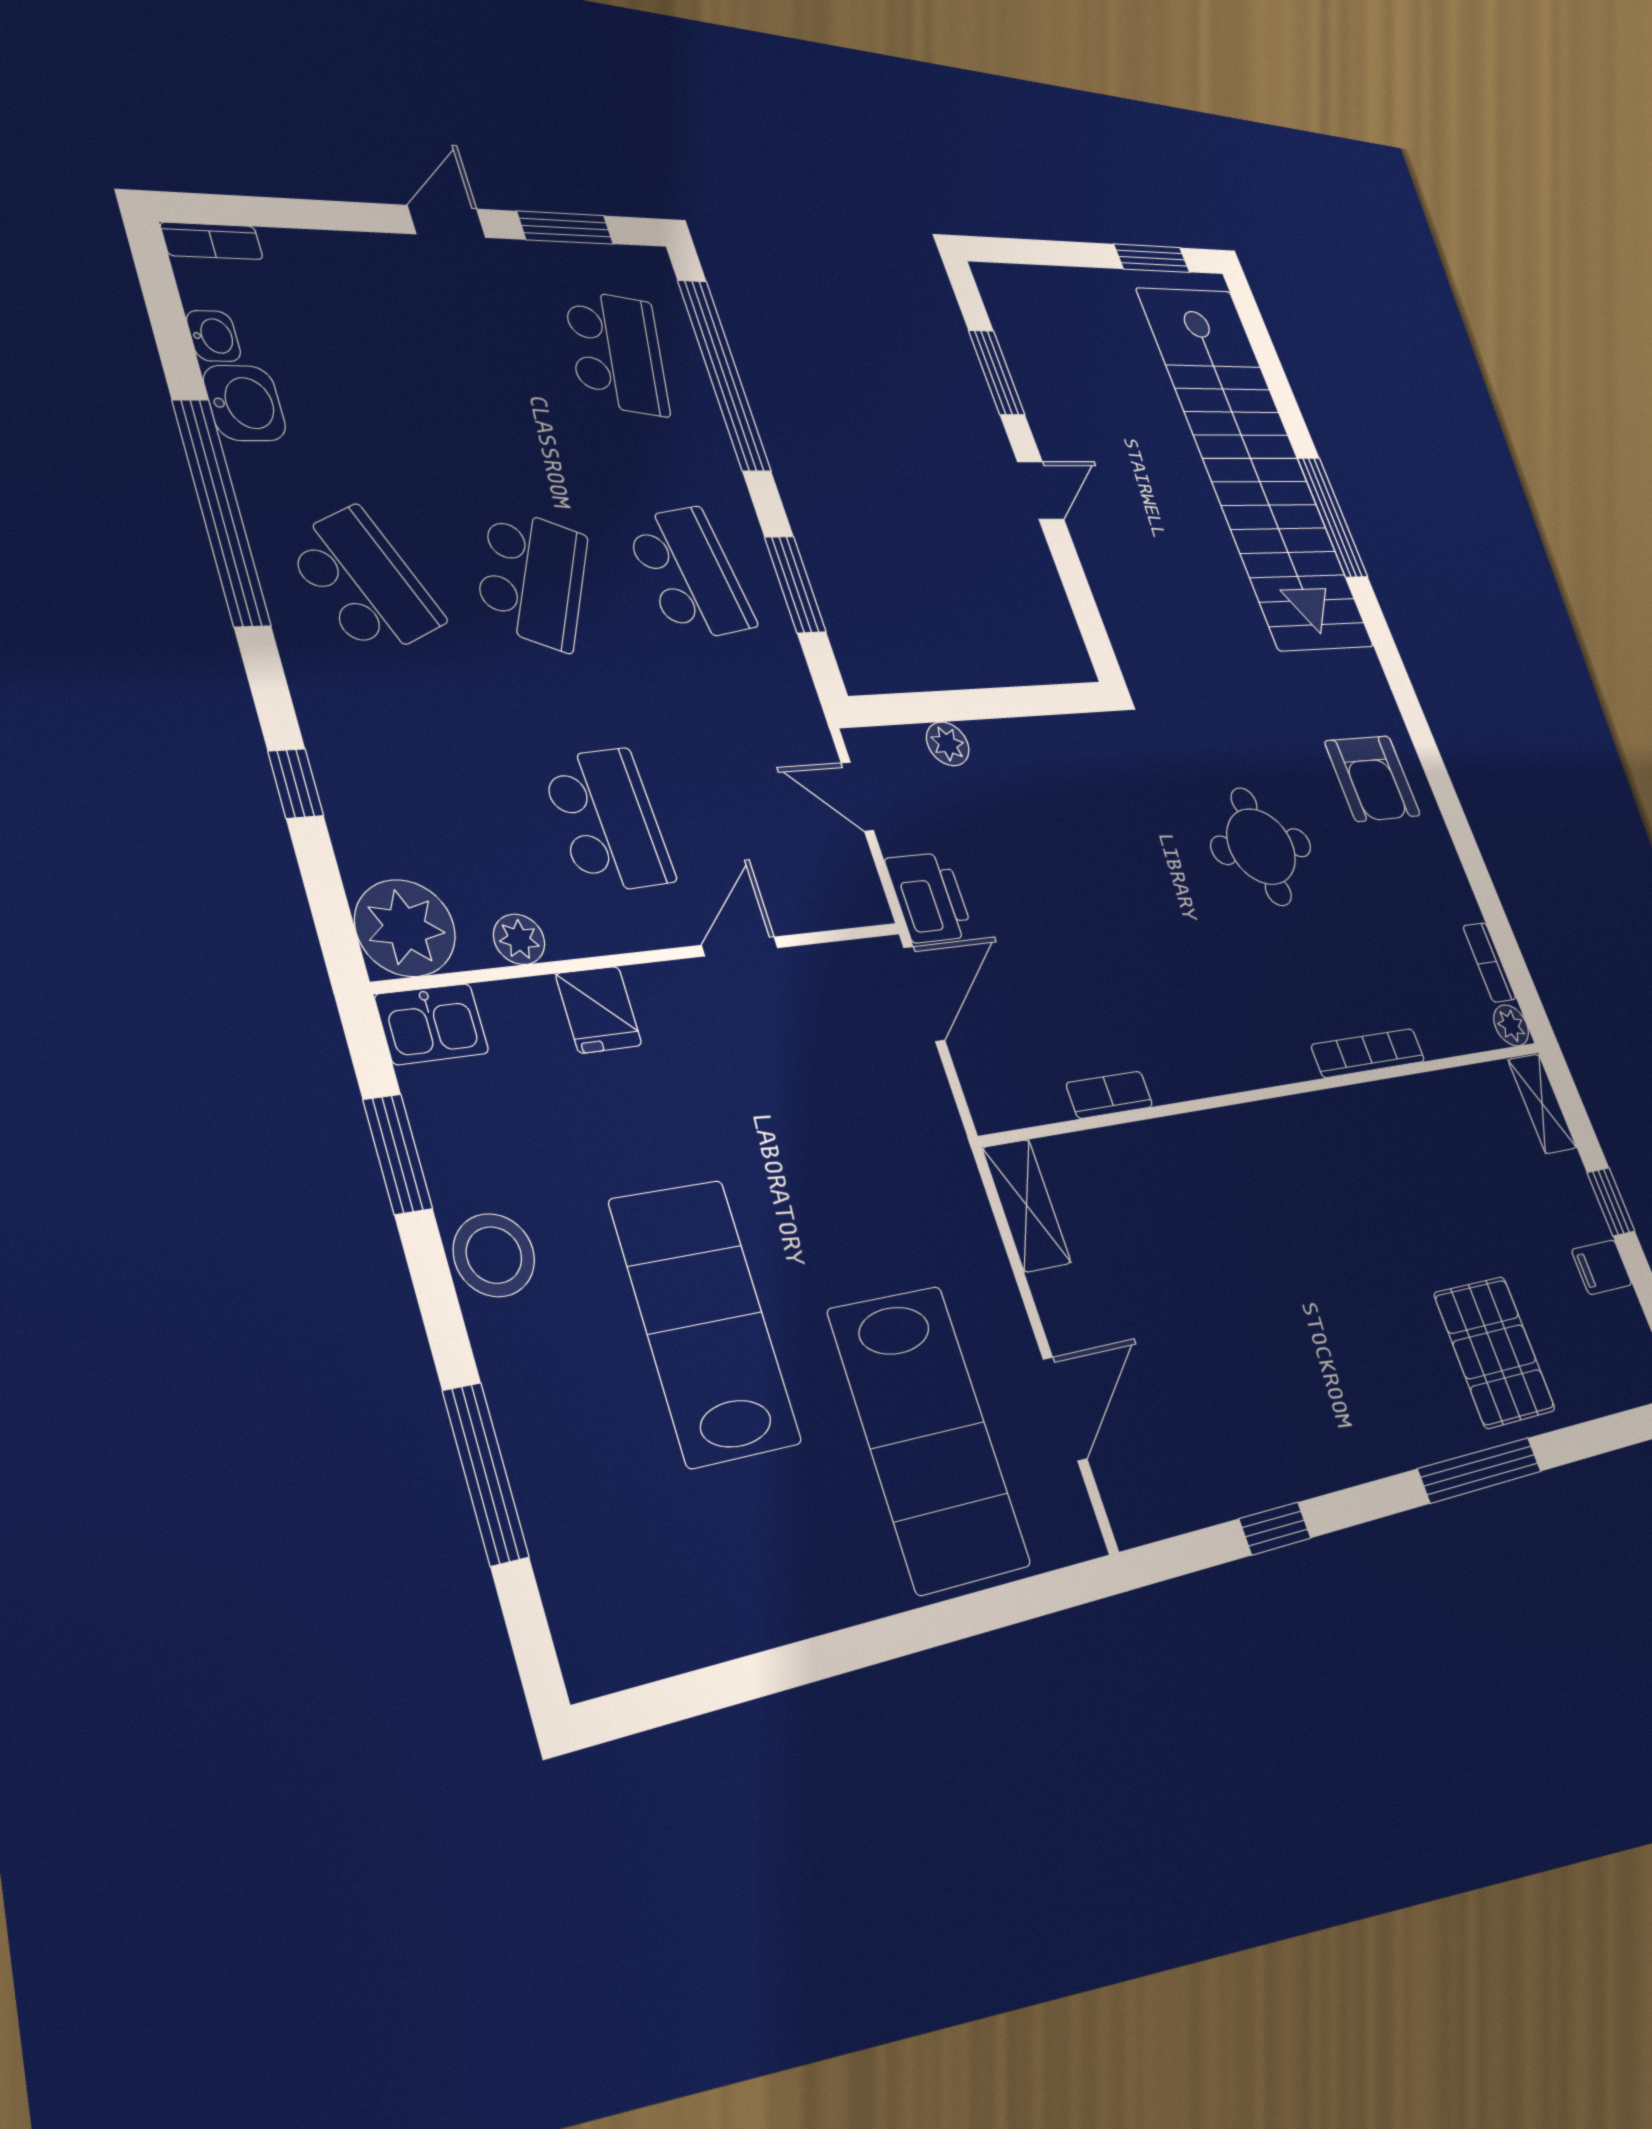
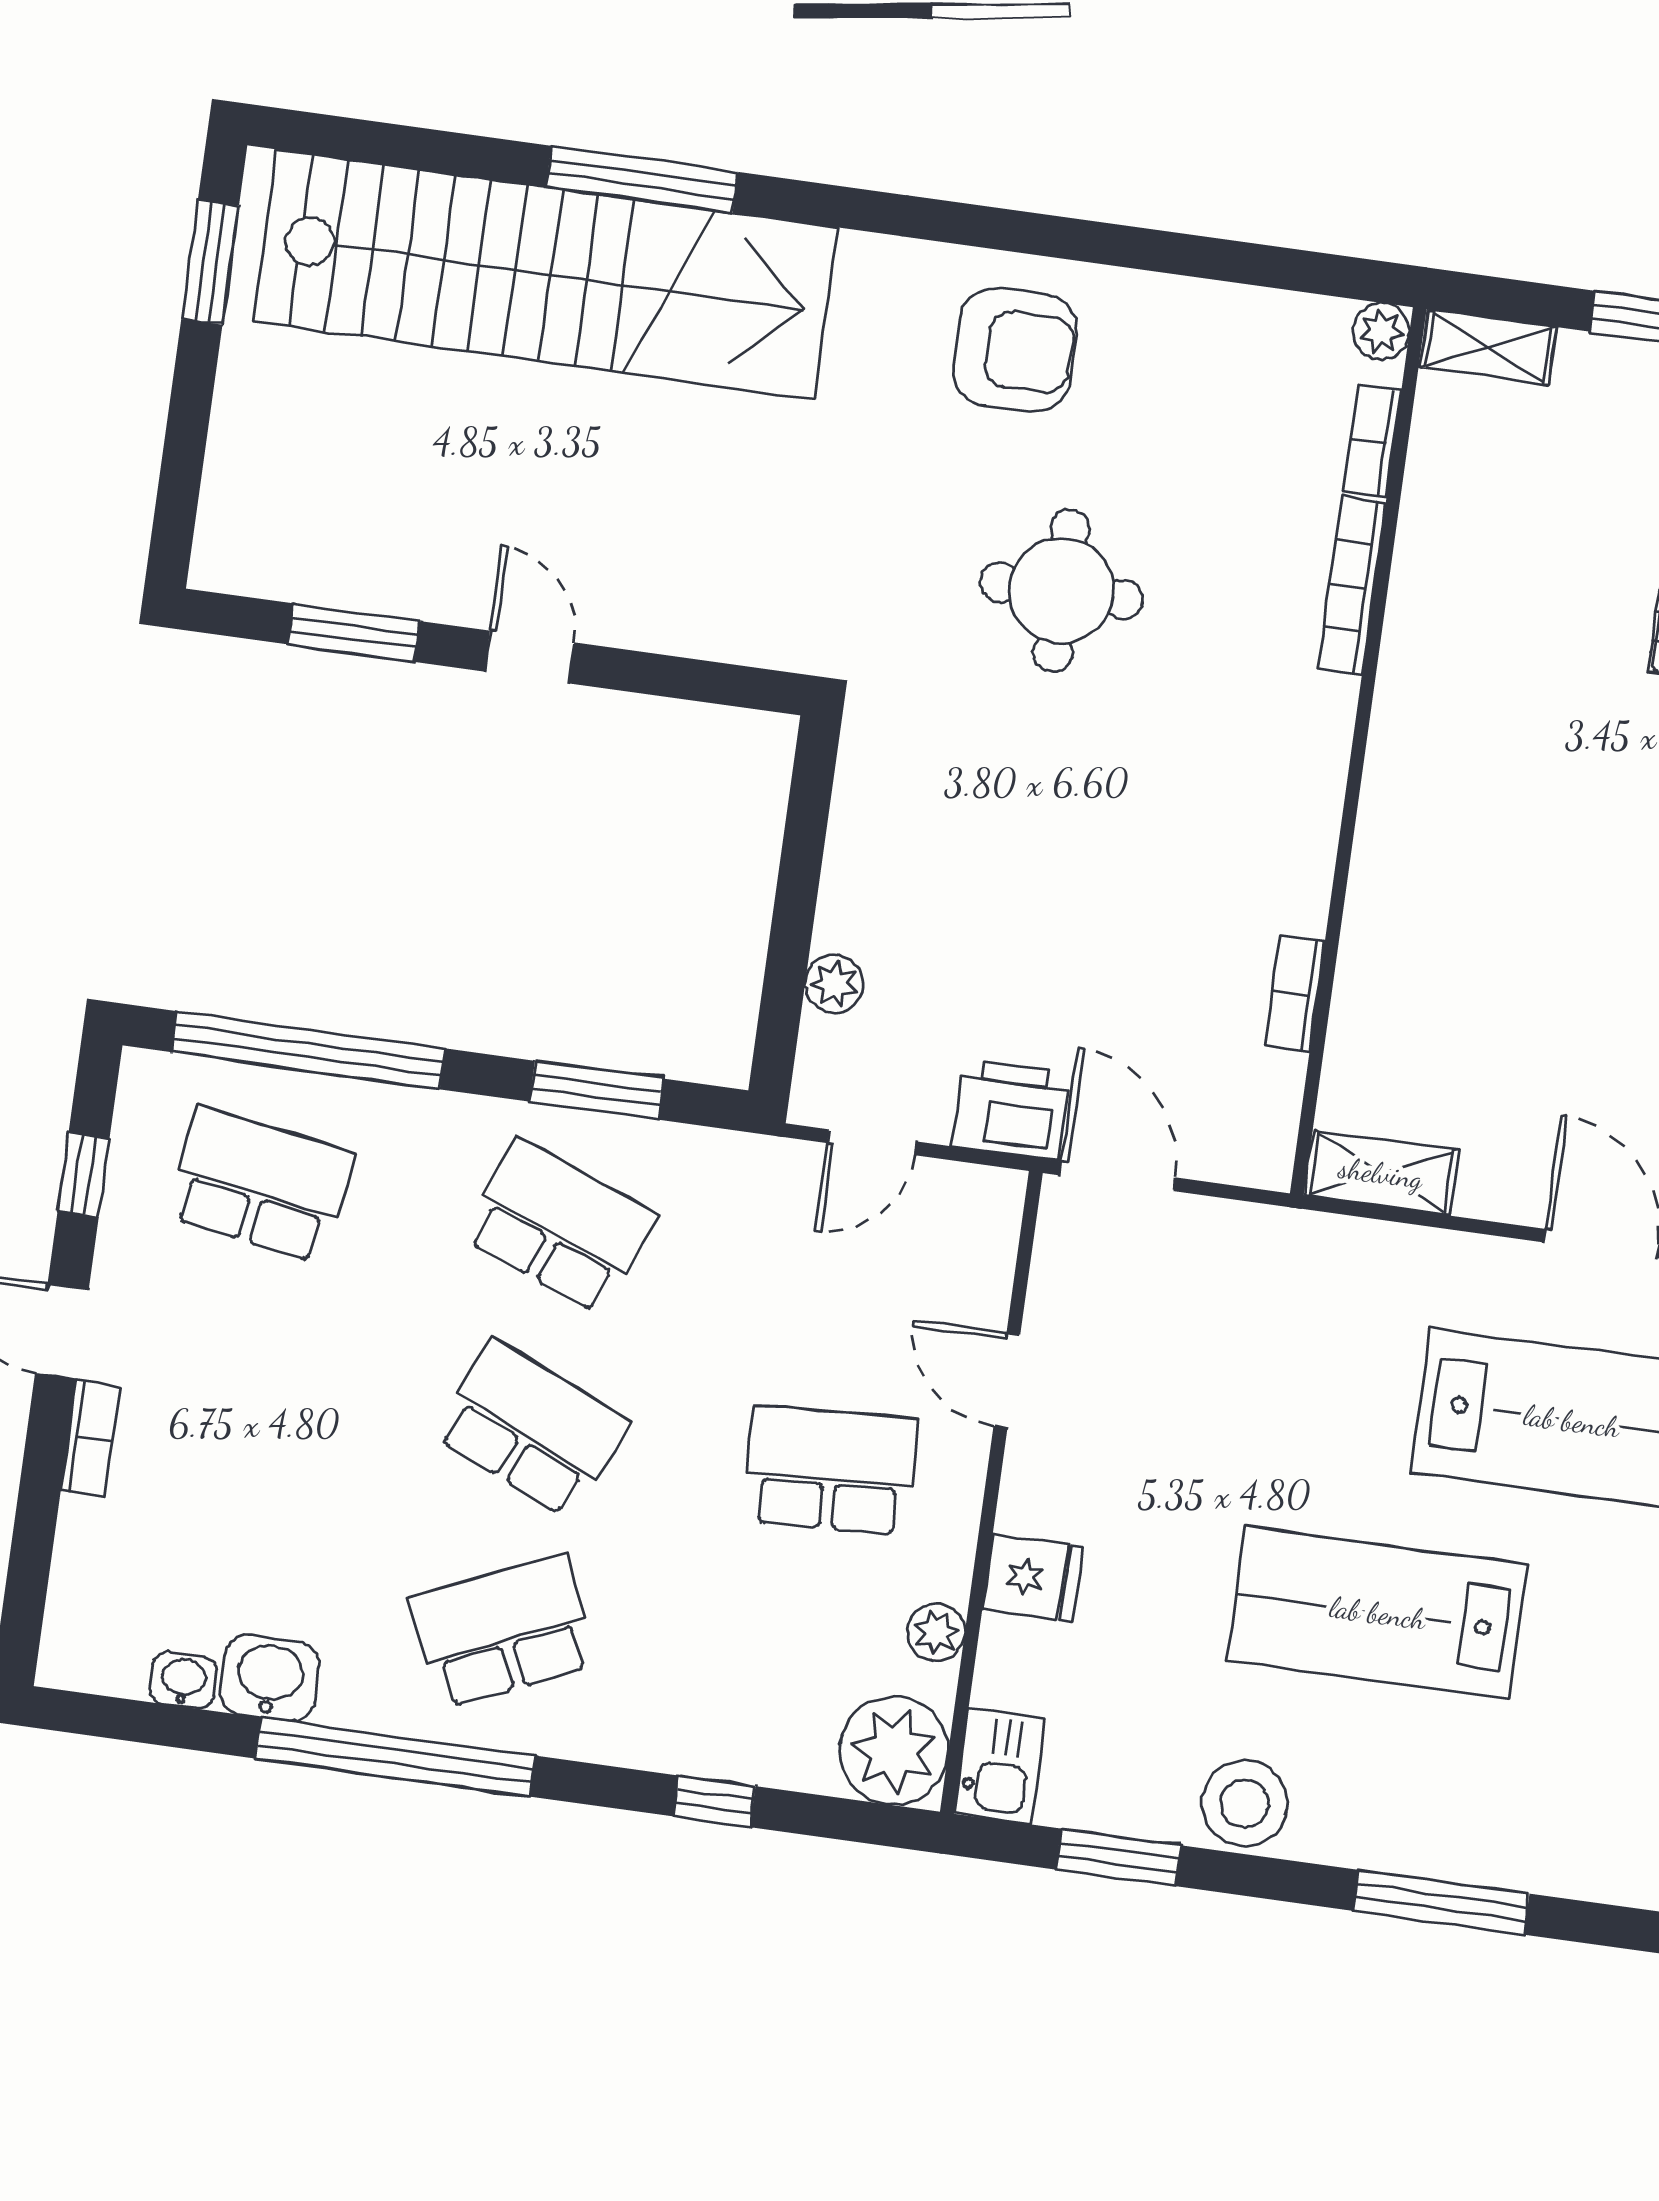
window: (565, 228) -> (84, 1175), width x0.67
bookcase: (212, 241) -> (90, 1439), moved
school desk: (690, 574) -> (559, 1226), turned 30
bookcase: (1489, 962) -> (1372, 441), moved, turned 90

